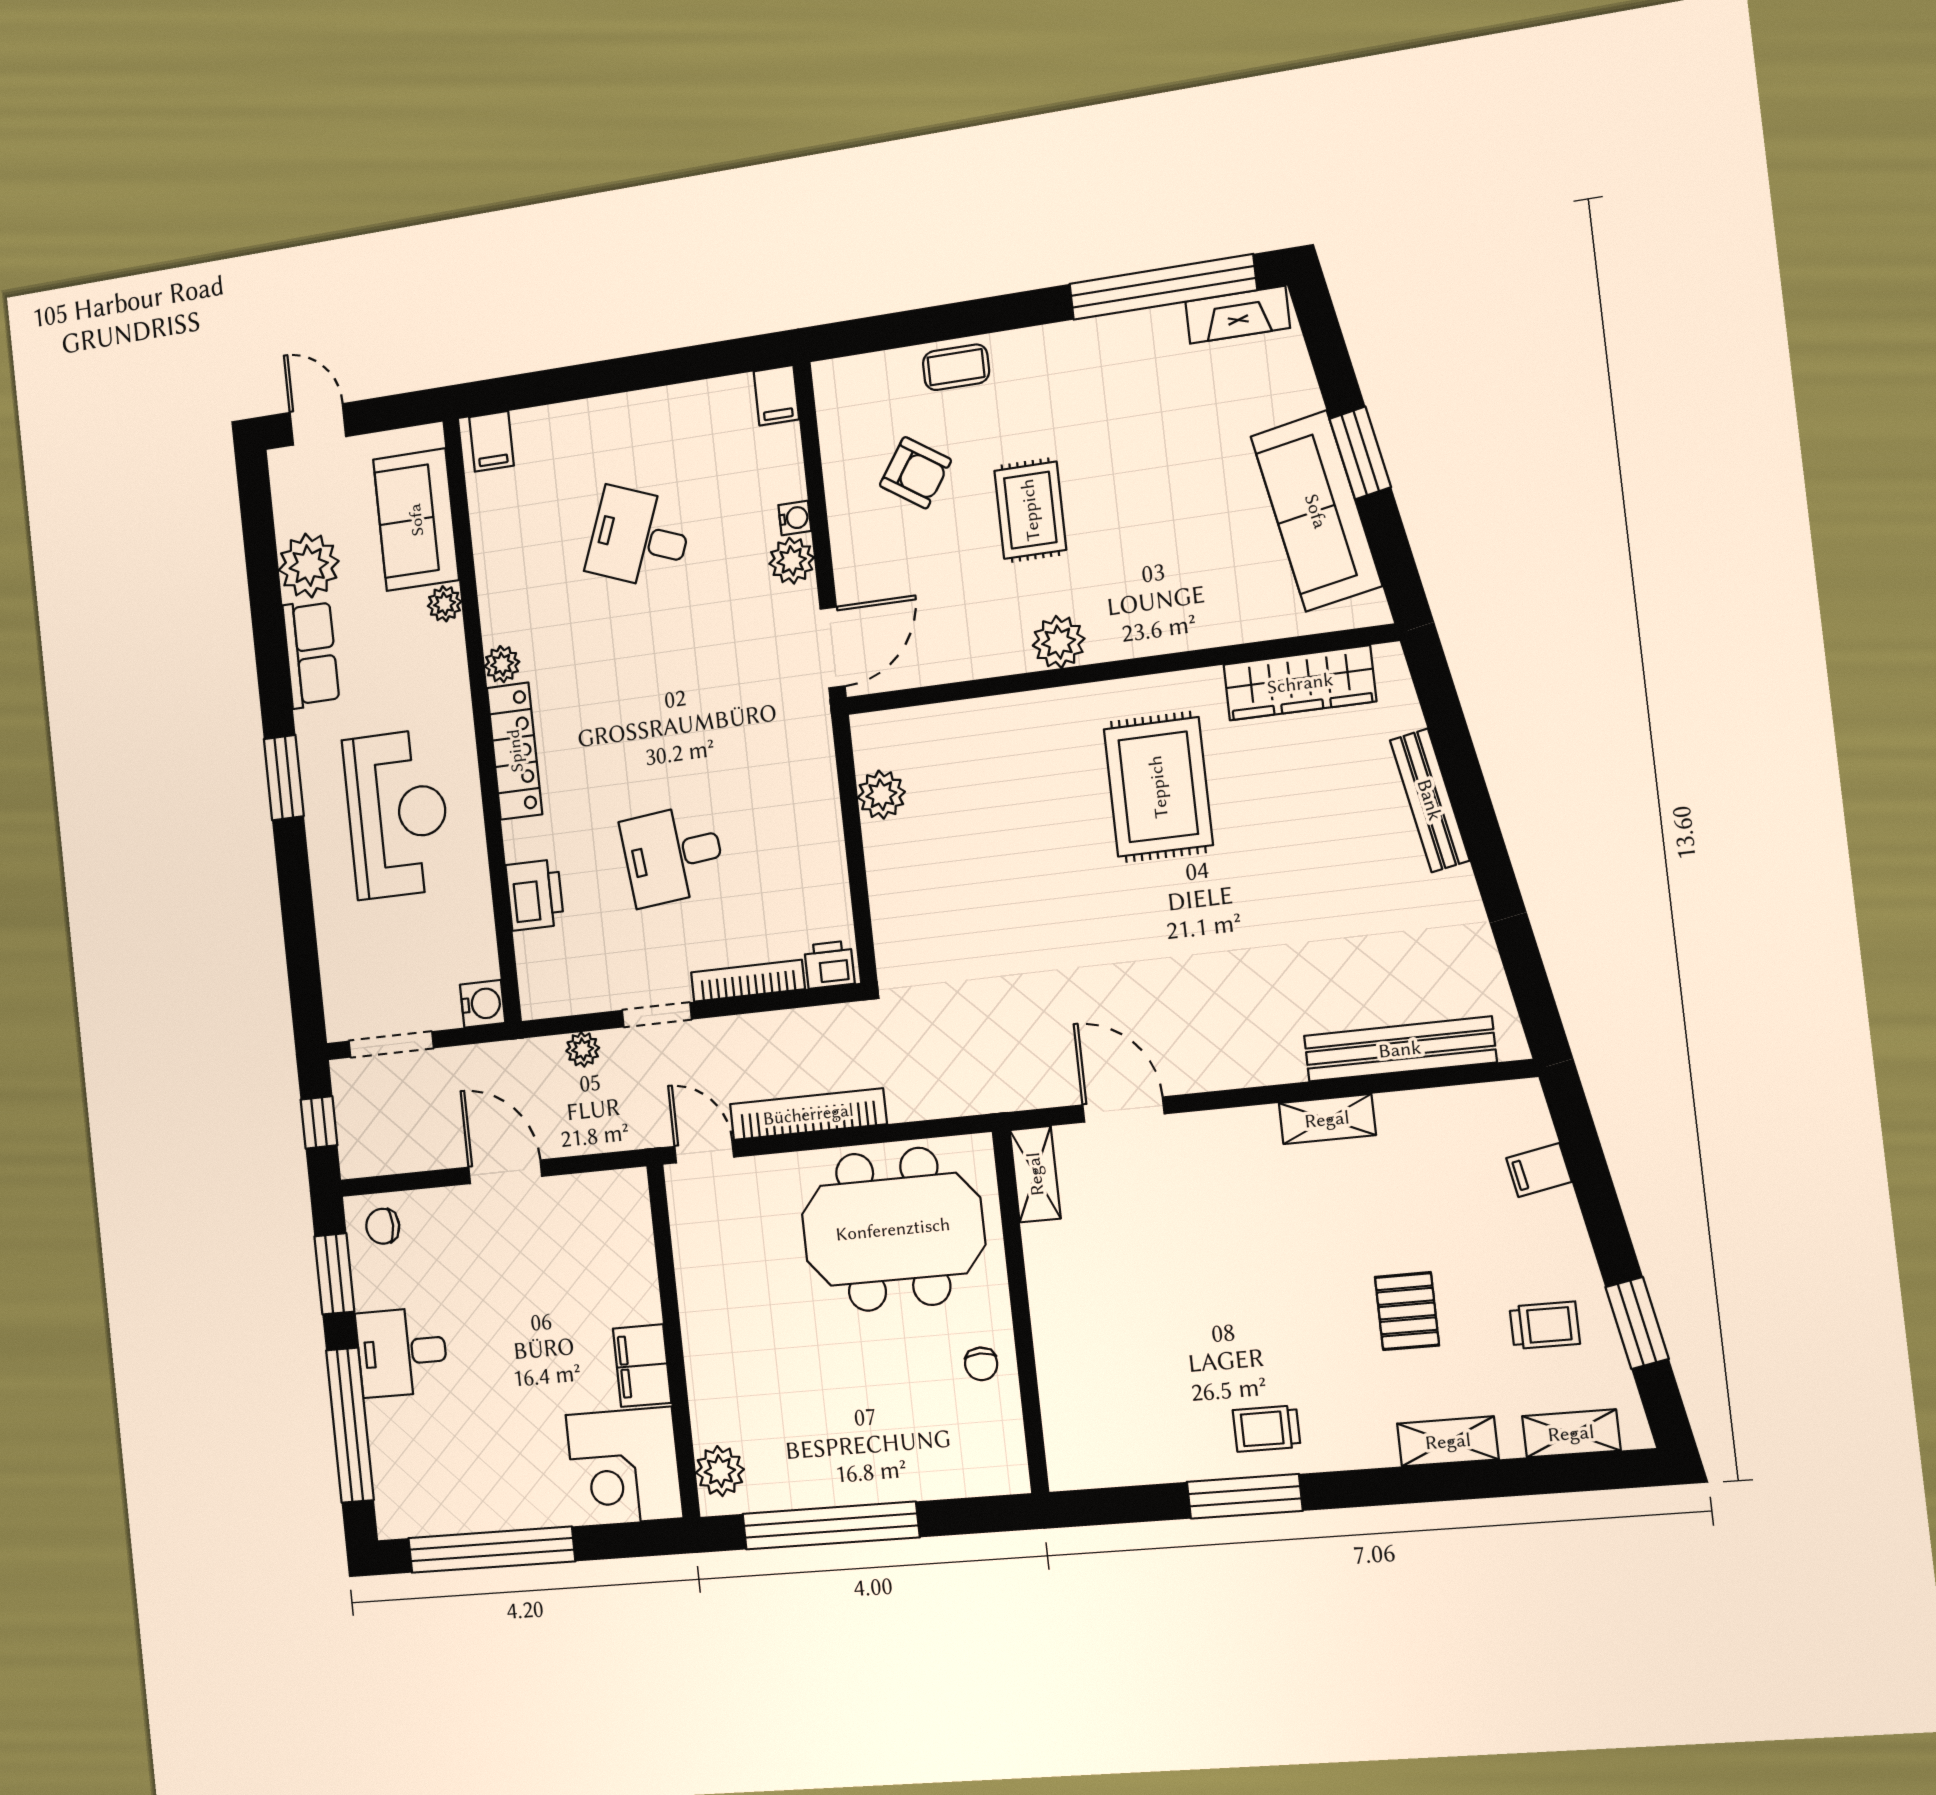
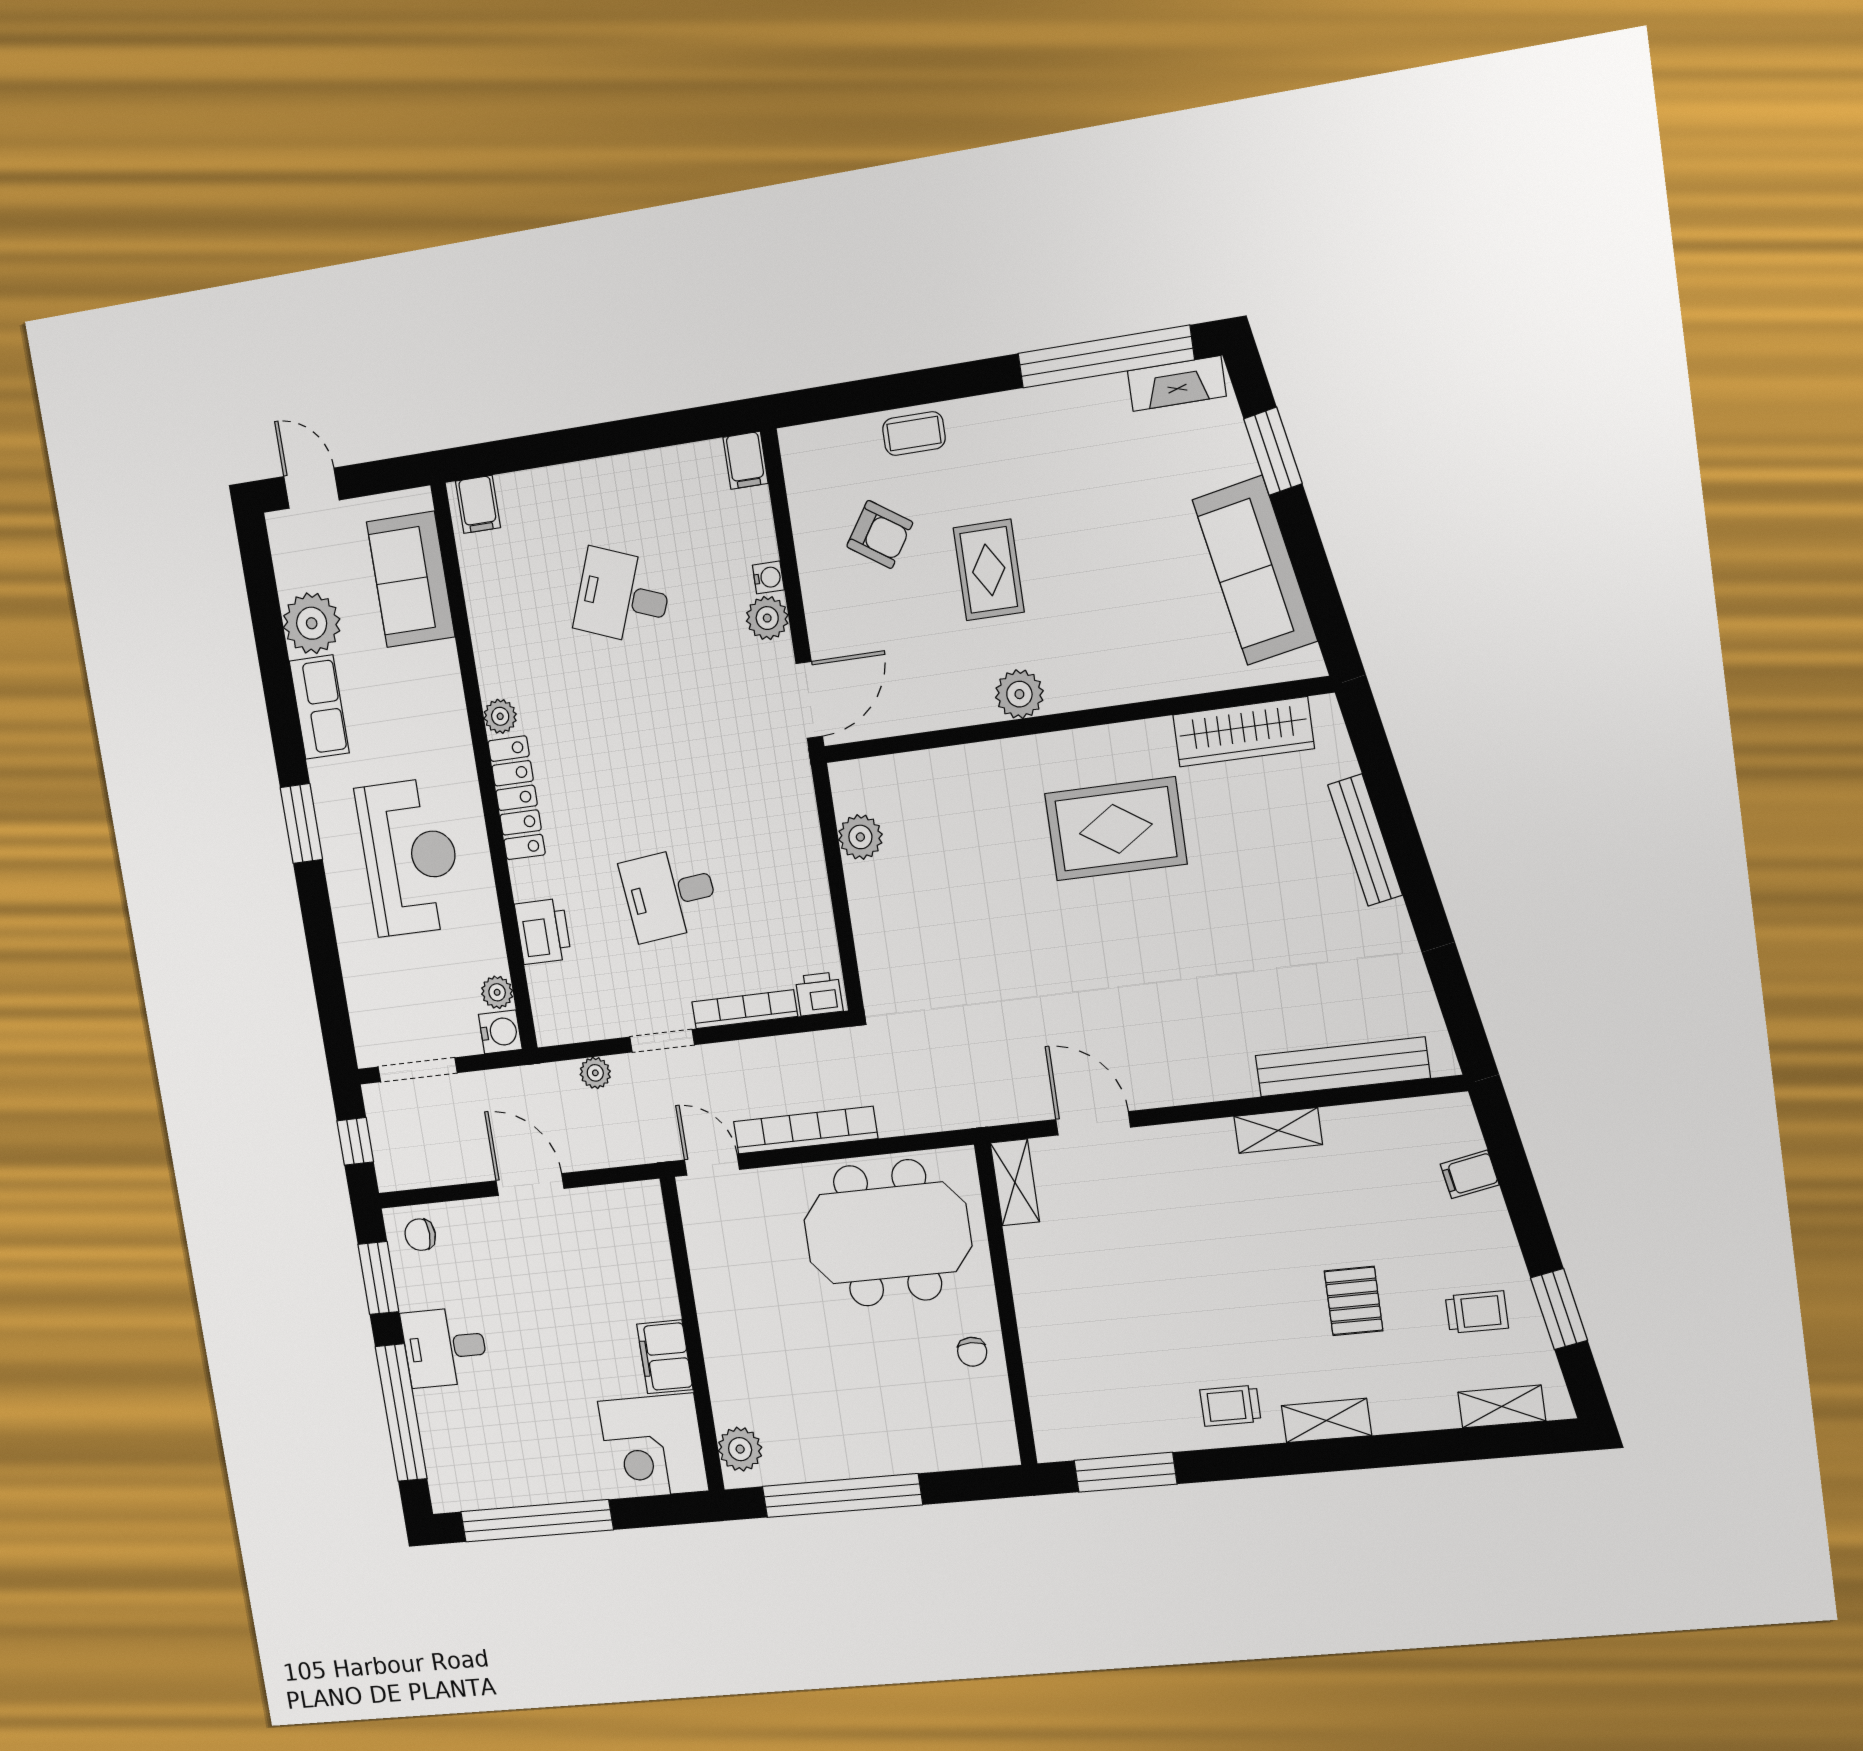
window: (1360, 453) -> (1273, 451), moved
plant: (445, 604) -> (497, 992), moved
rug: (1158, 787) -> (1116, 829), turned 90
shelving: (1448, 1441) -> (1326, 1420), moved
window: (1245, 1496) -> (1126, 1472), moved

